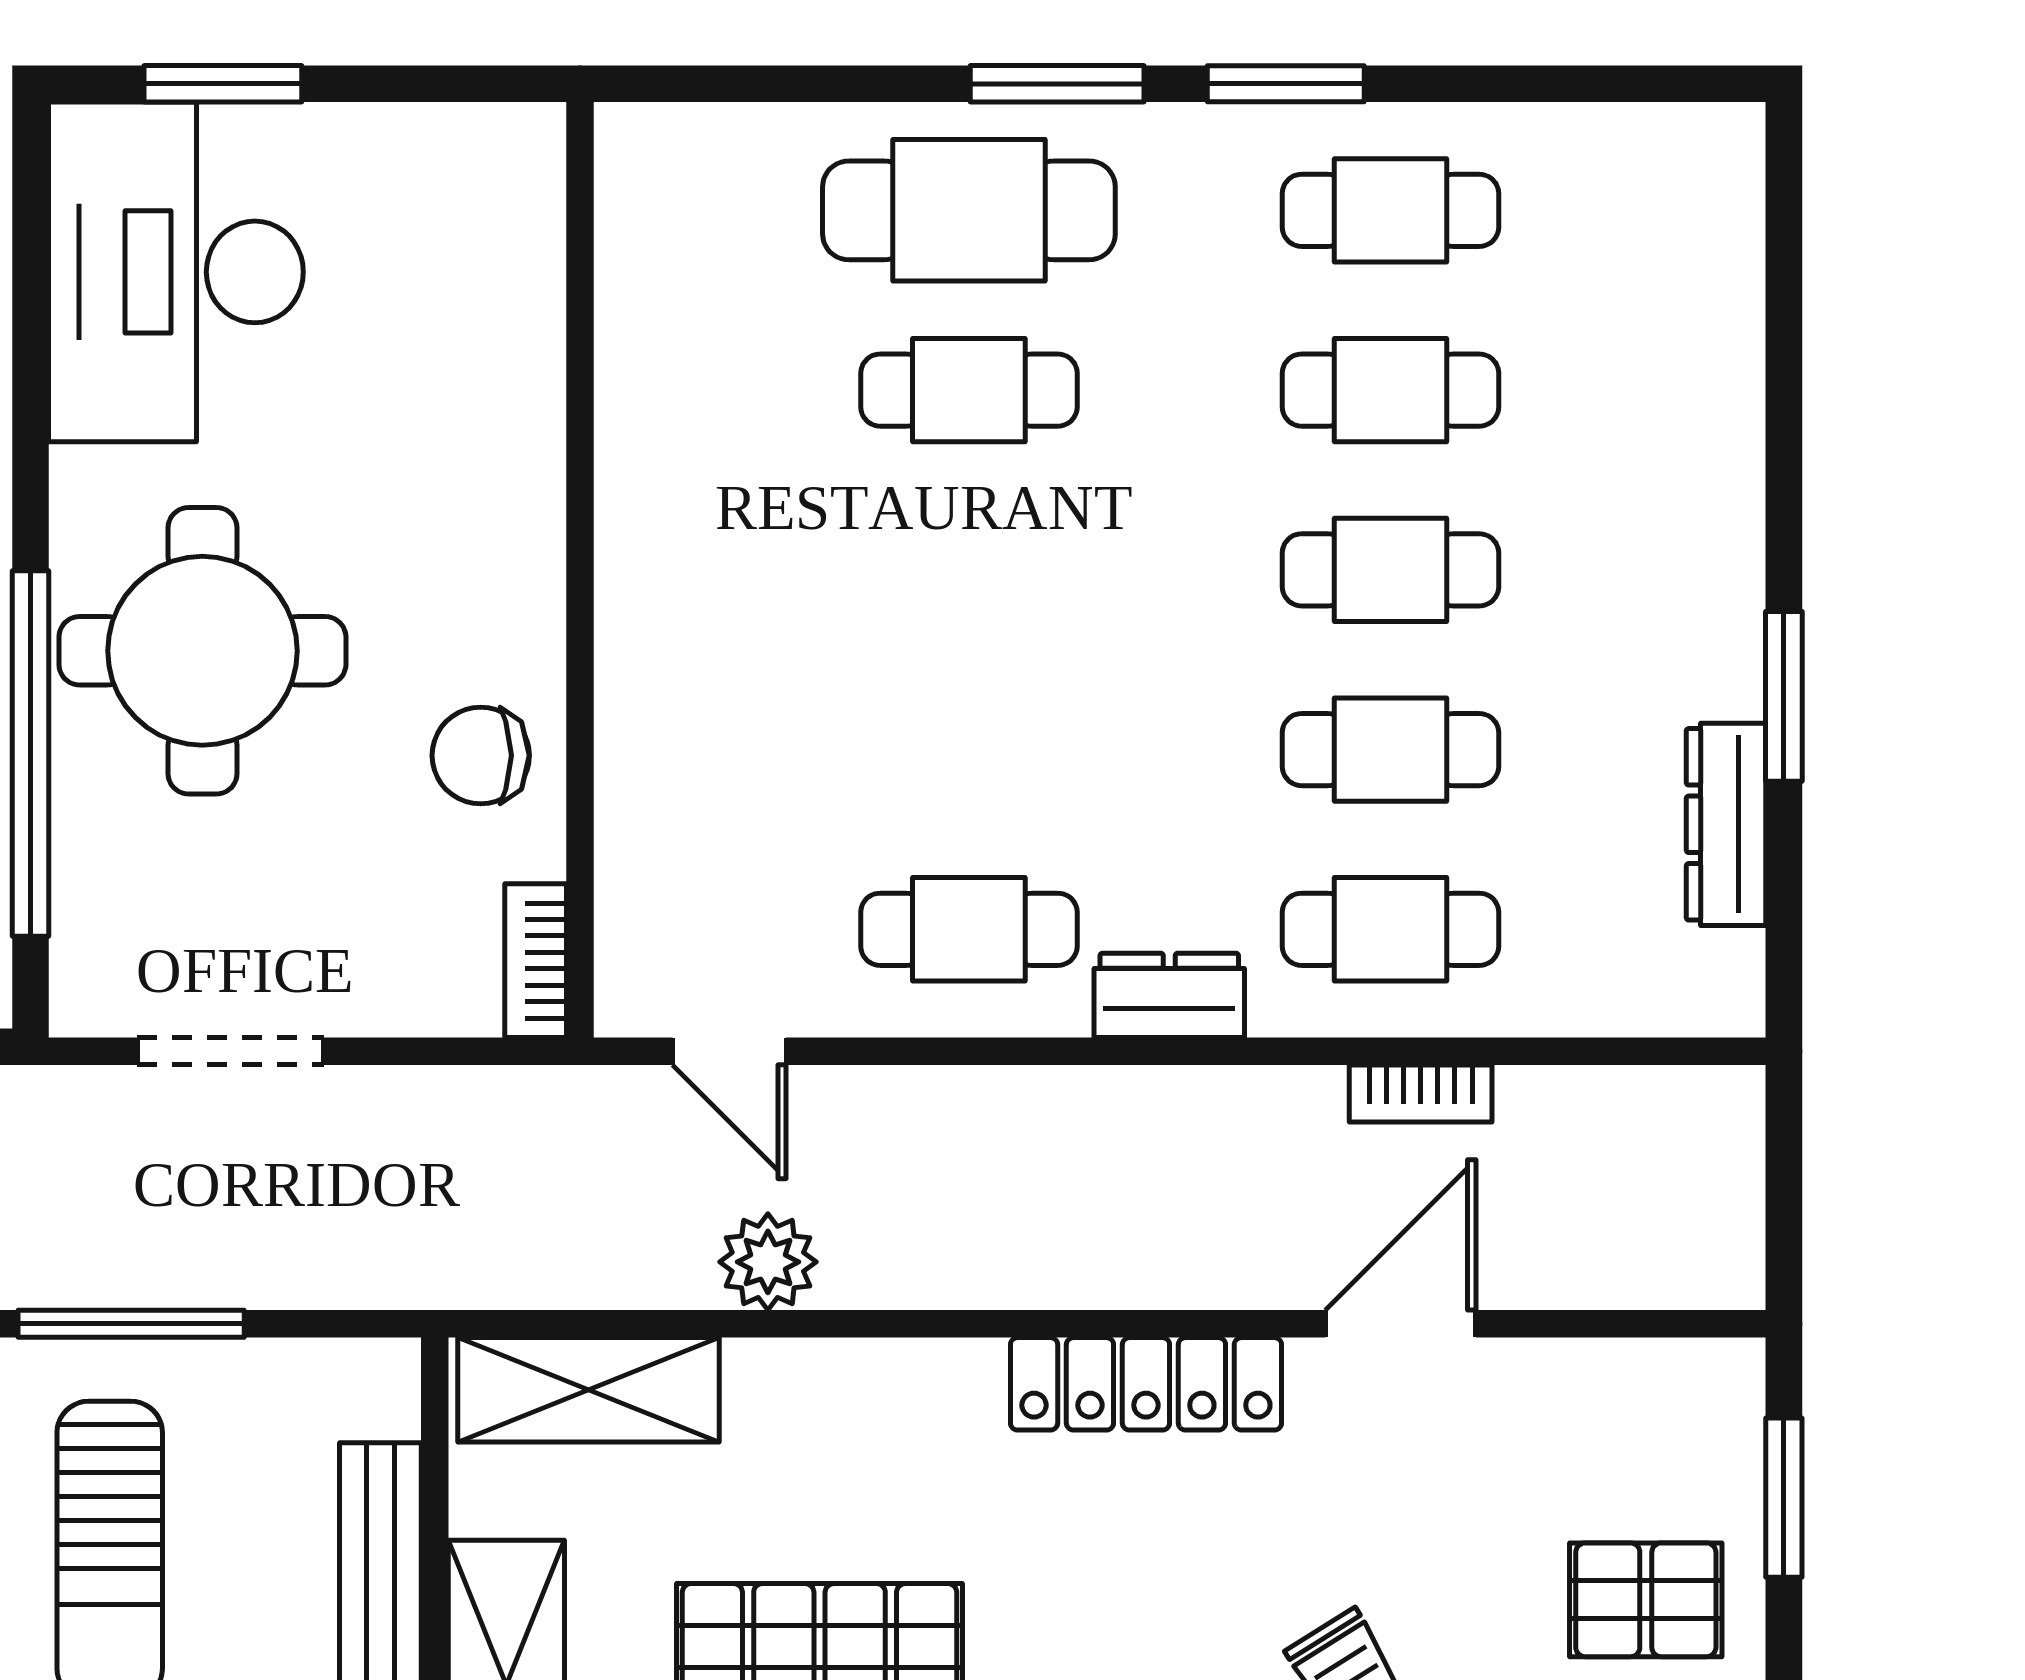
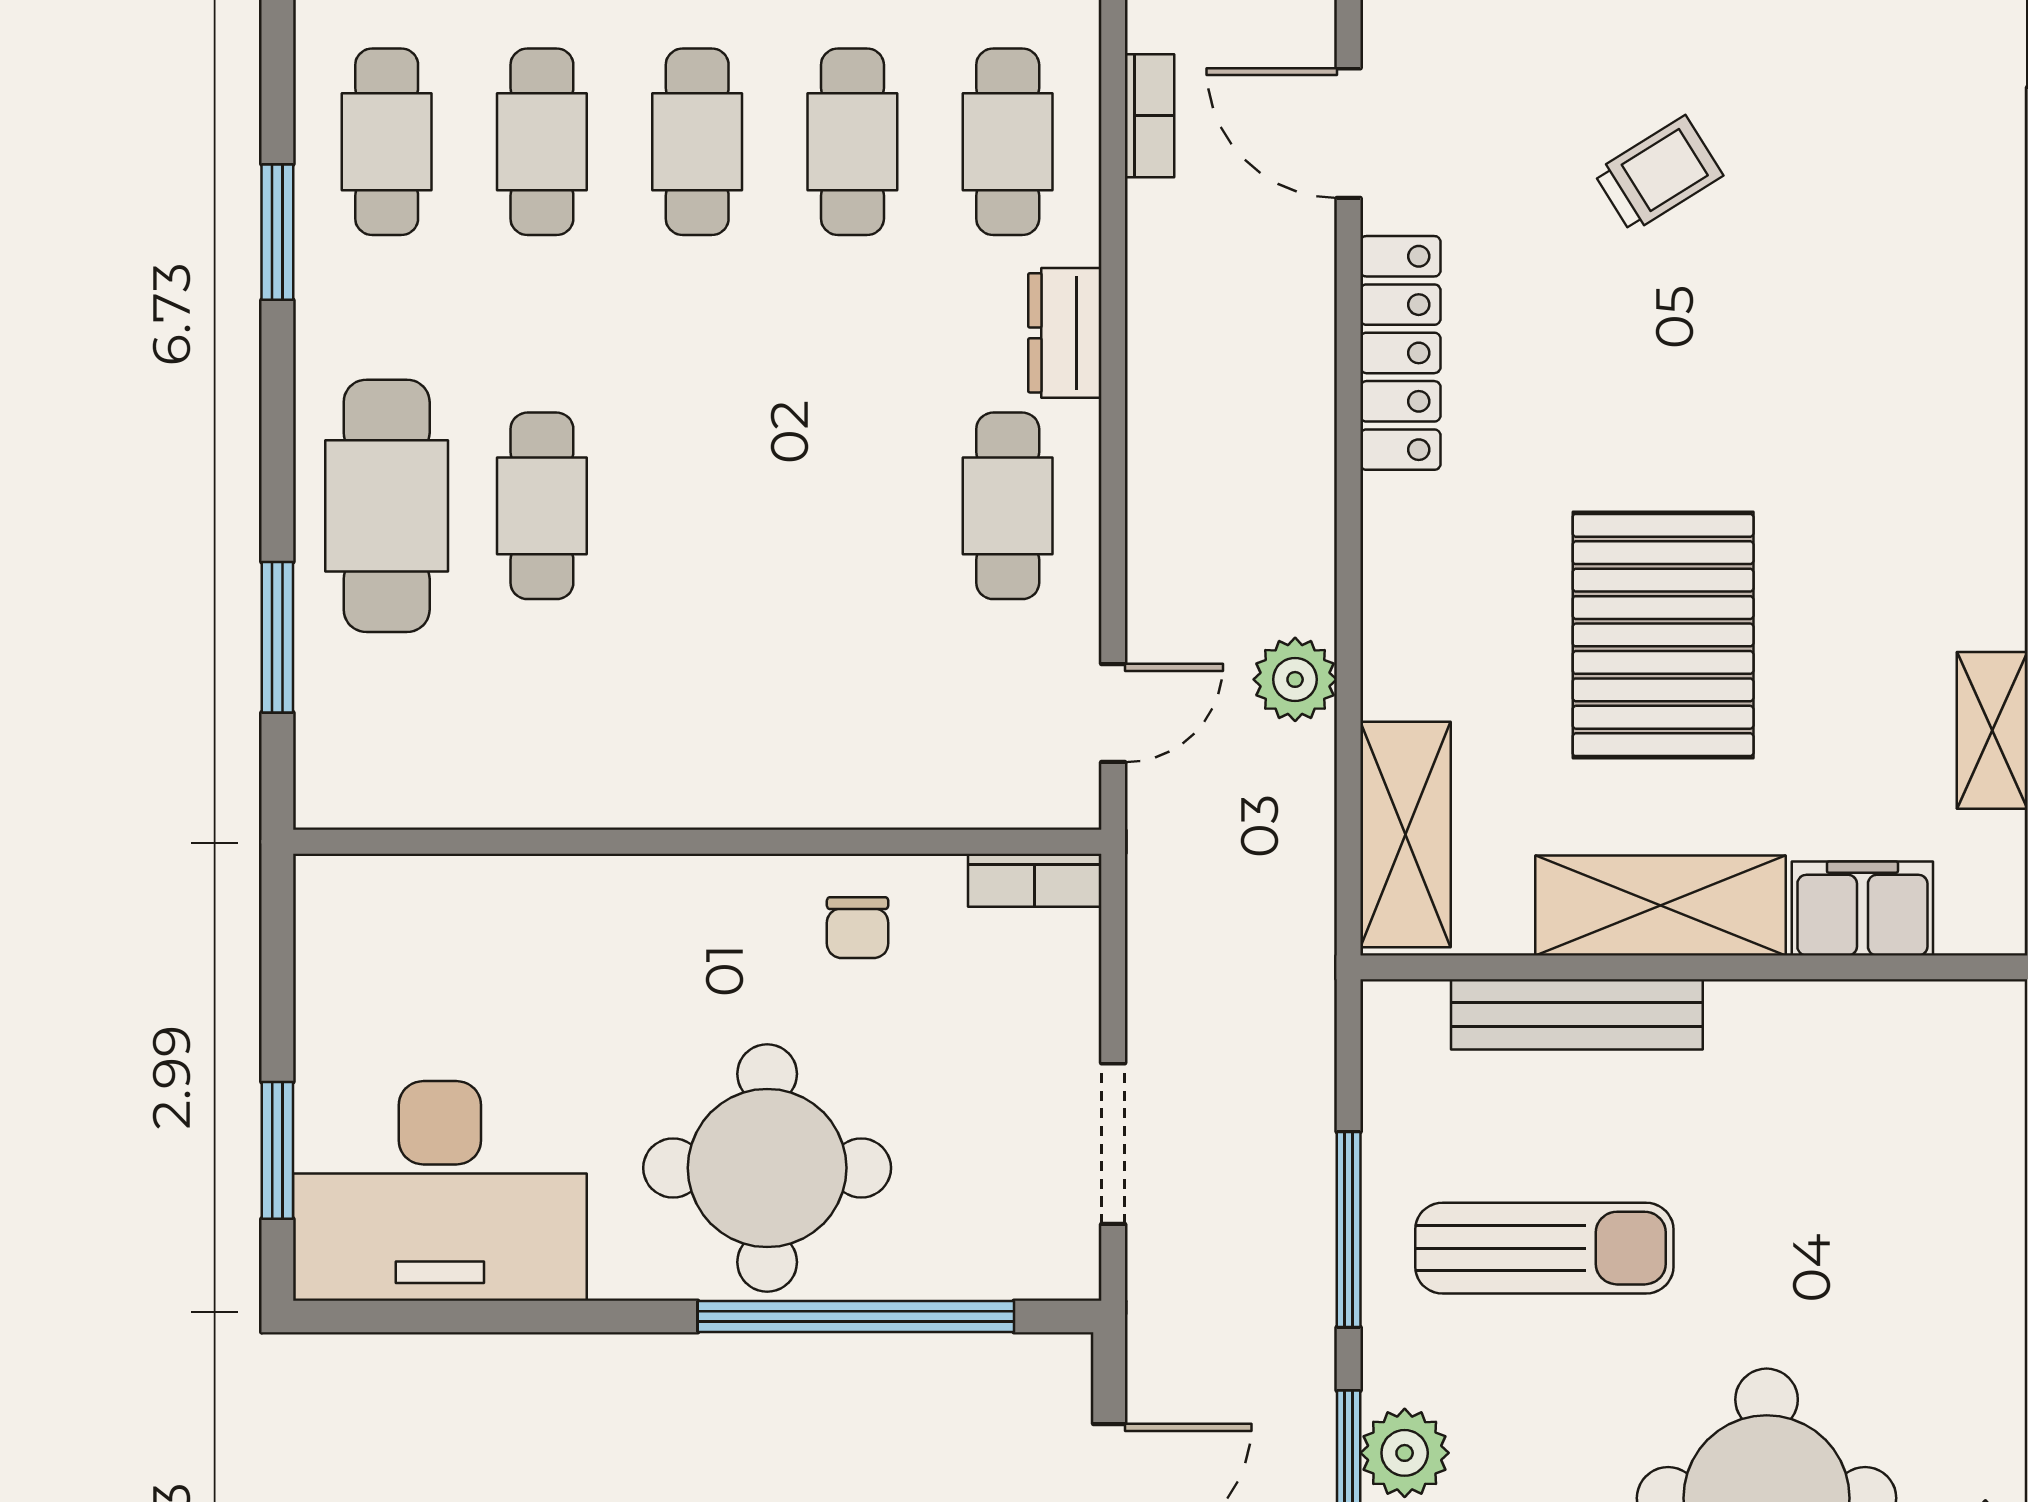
window: (1057, 84) -> (277, 637), moved
chair: (481, 755) -> (858, 928), width x0.73, depth x0.73

